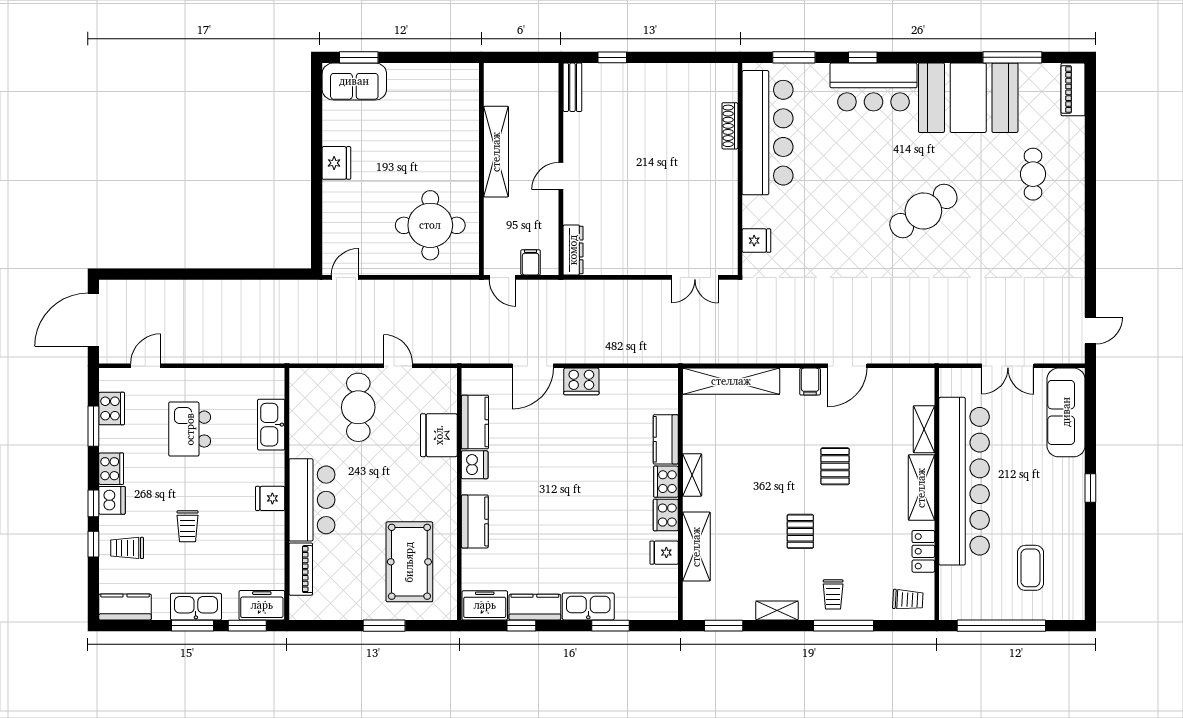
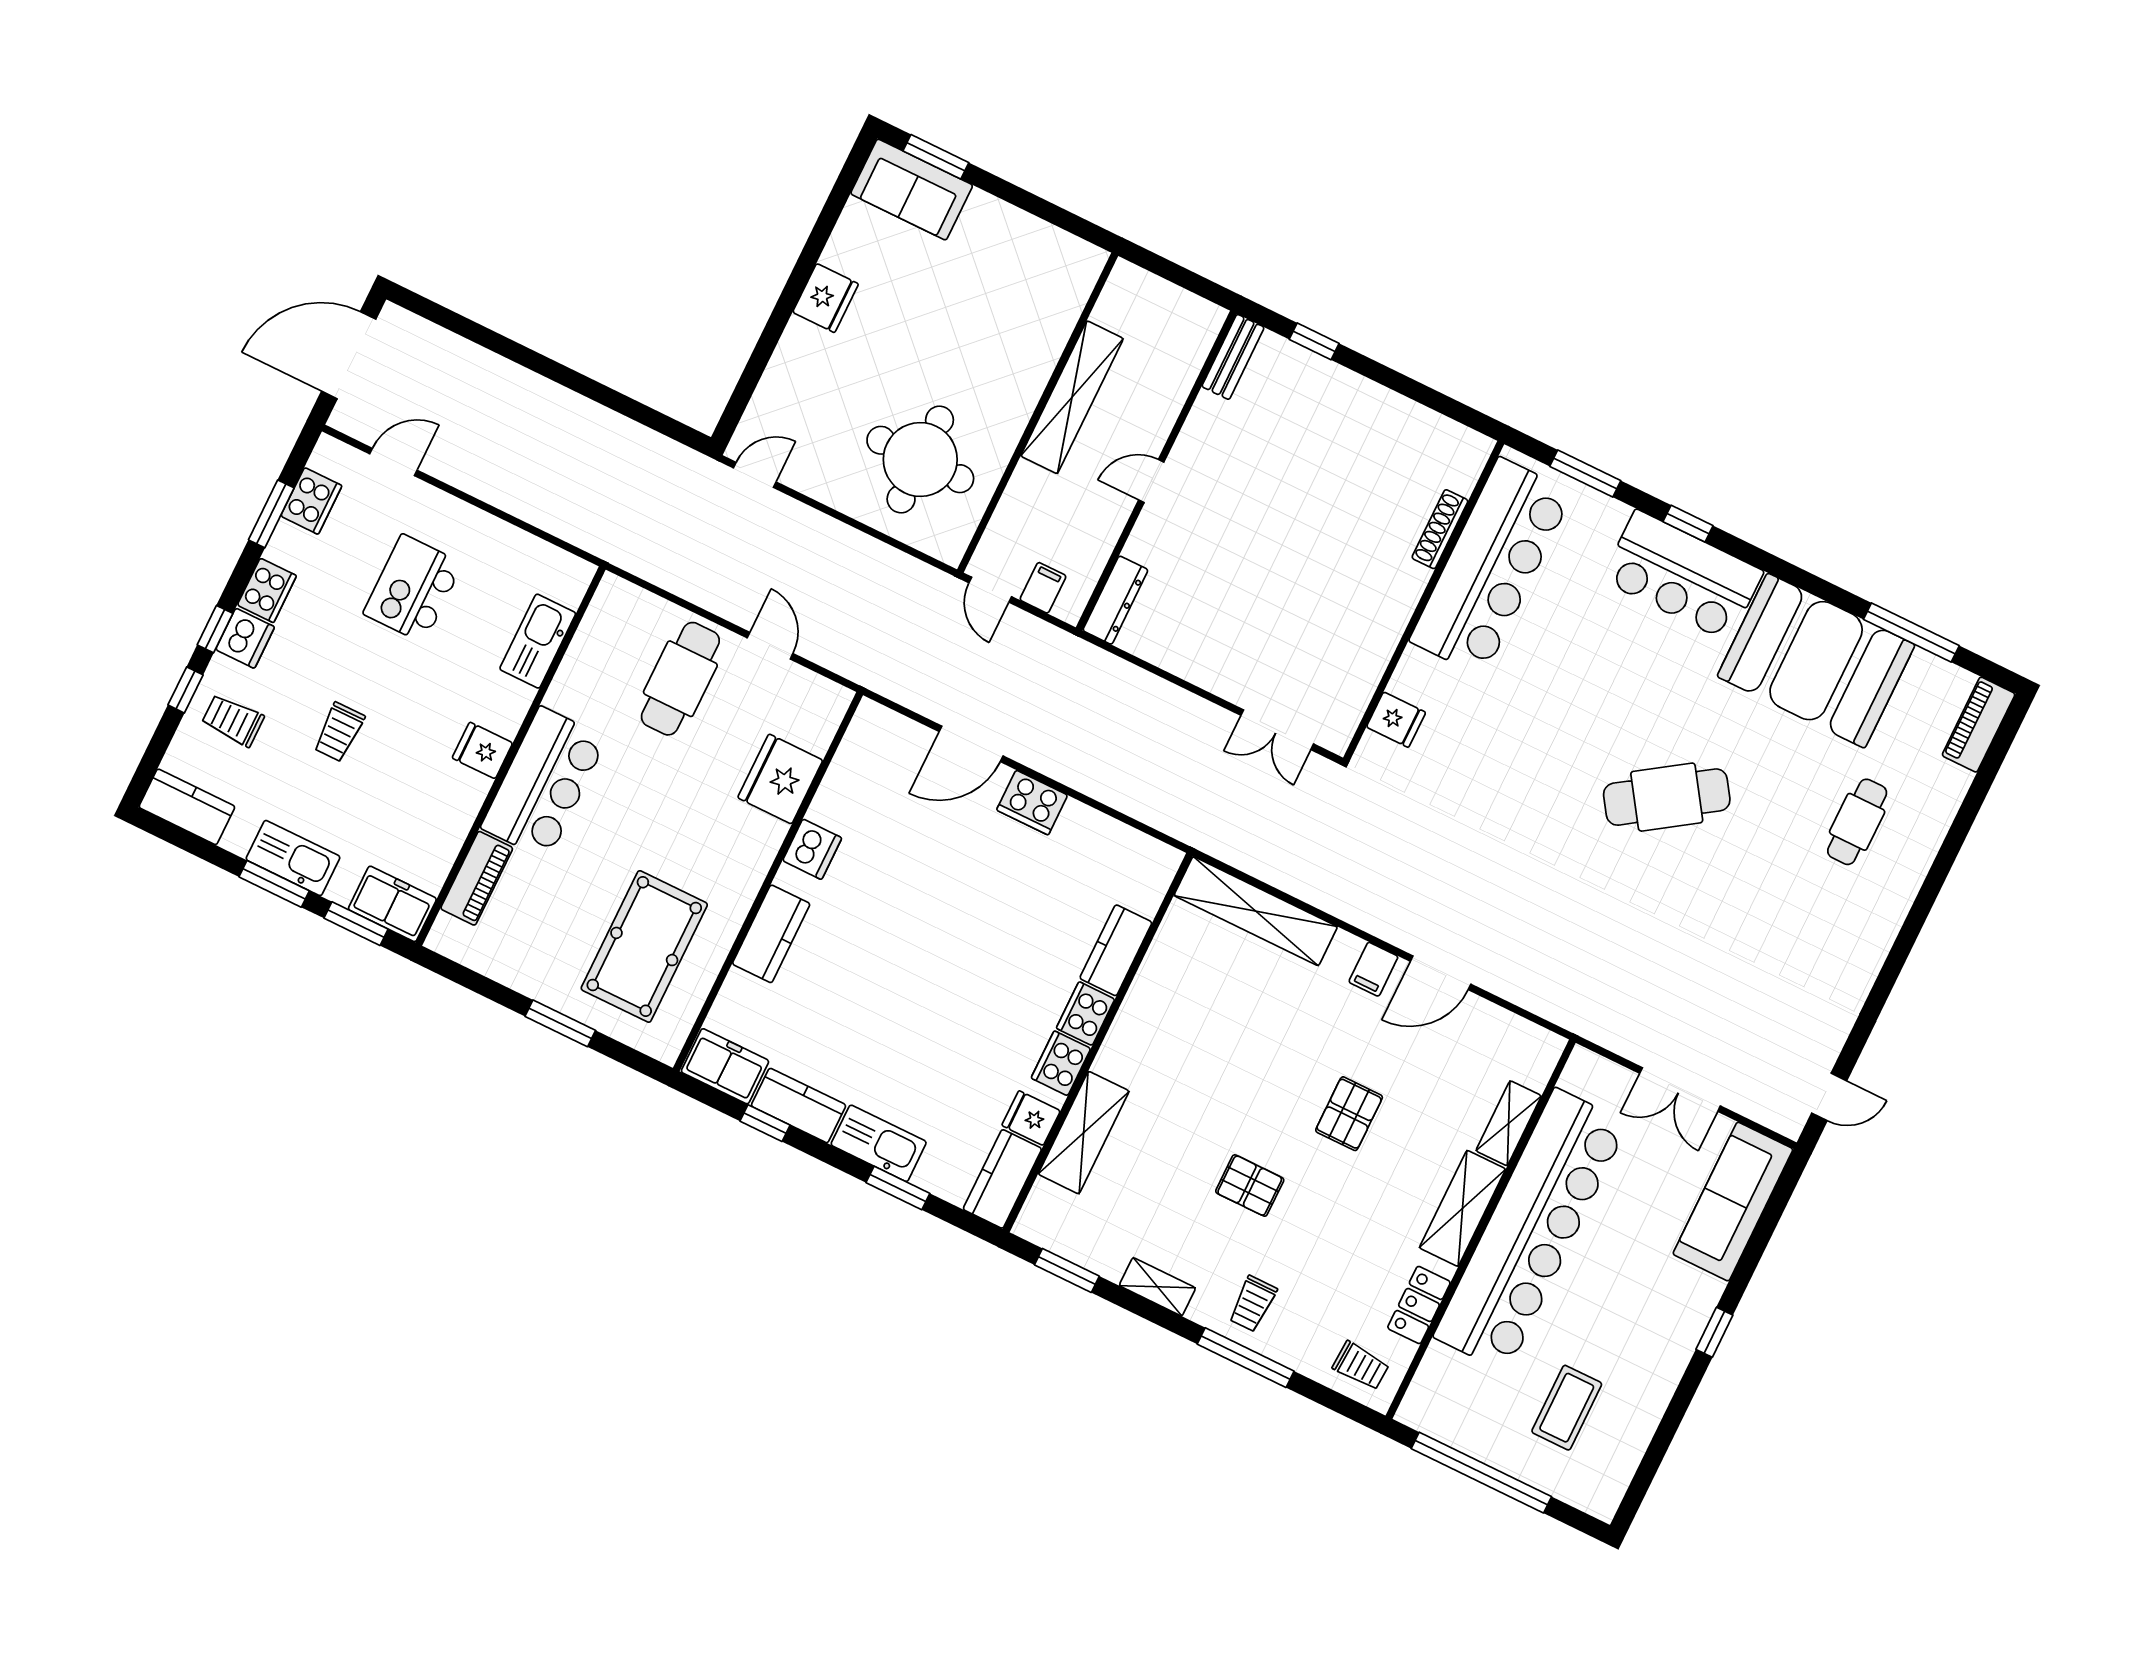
kitchen counter: (475, 422) -> (1002, 1179), moved, turned 180
shelving: (692, 475) -> (1129, 1023), removed
pallet: (800, 531) -> (1250, 1186), turned 90

